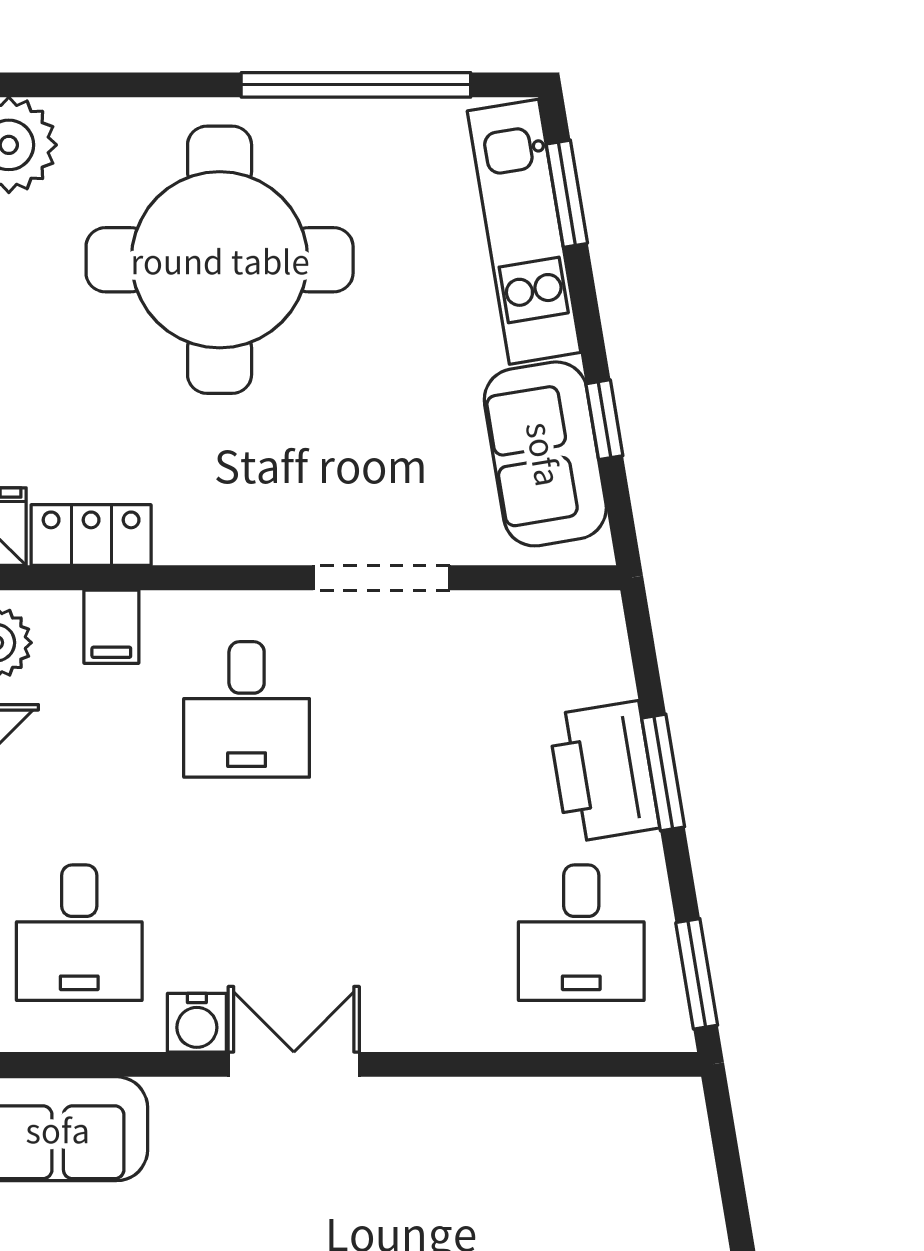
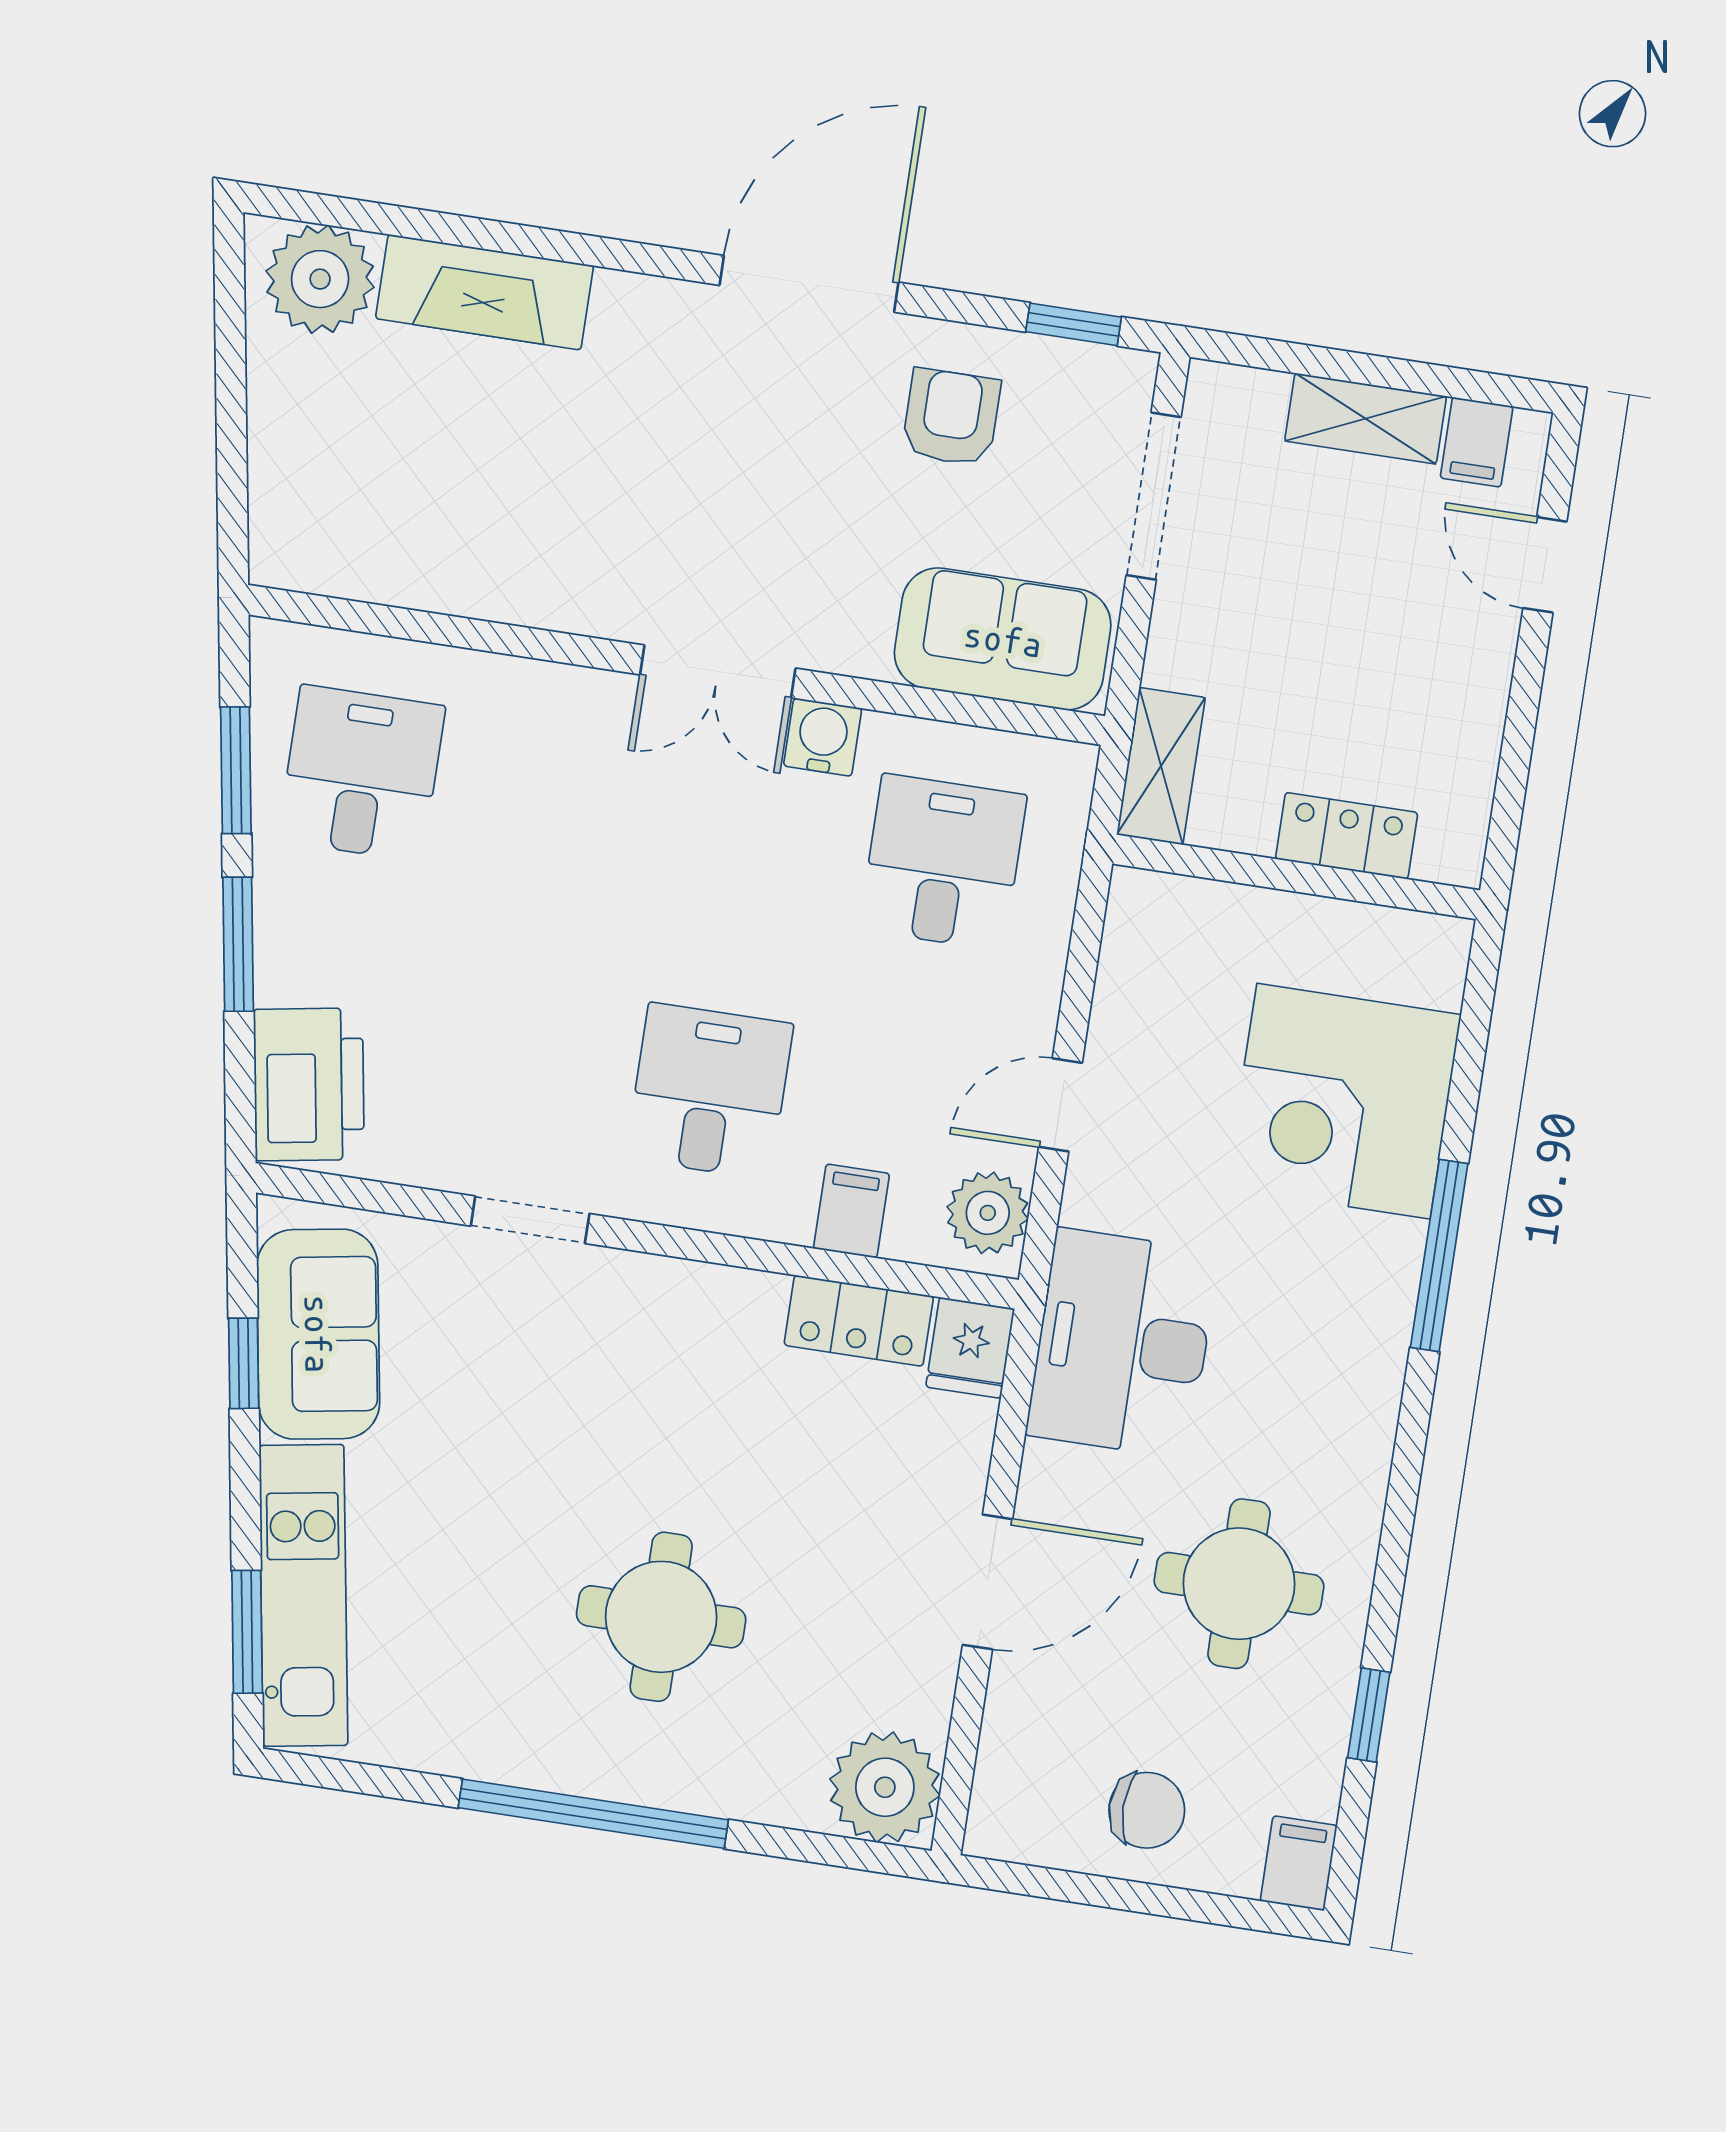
window: (356, 85) -> (593, 1814), moved
round table: (220, 260) -> (661, 1617), width x0.54, depth x0.54
doorway: (381, 578) -> (530, 1220), width x0.73
printer: (603, 772) -> (309, 1084), moved
window: (697, 974) -> (236, 770), moved

